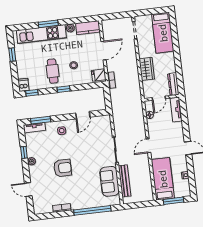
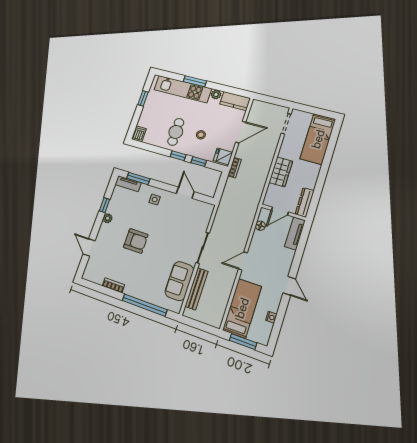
window: (32, 93) -> (199, 162), moved
door: (83, 115) -> (185, 193), swing flipped

